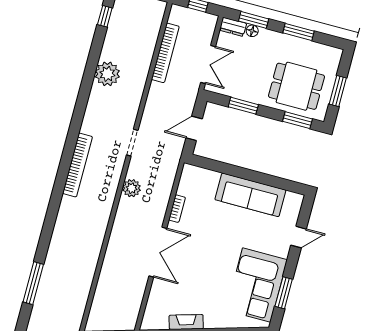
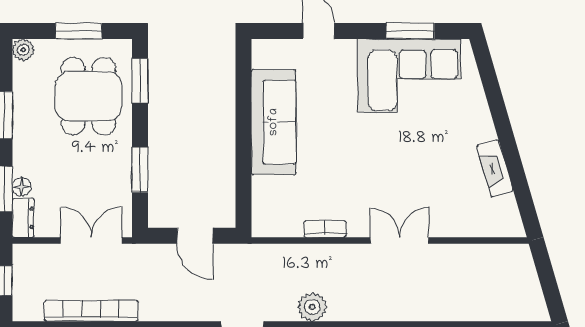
plant: (335, 54) -> (23, 50), added
double door: (158, 252) -> (400, 241), width x0.73

